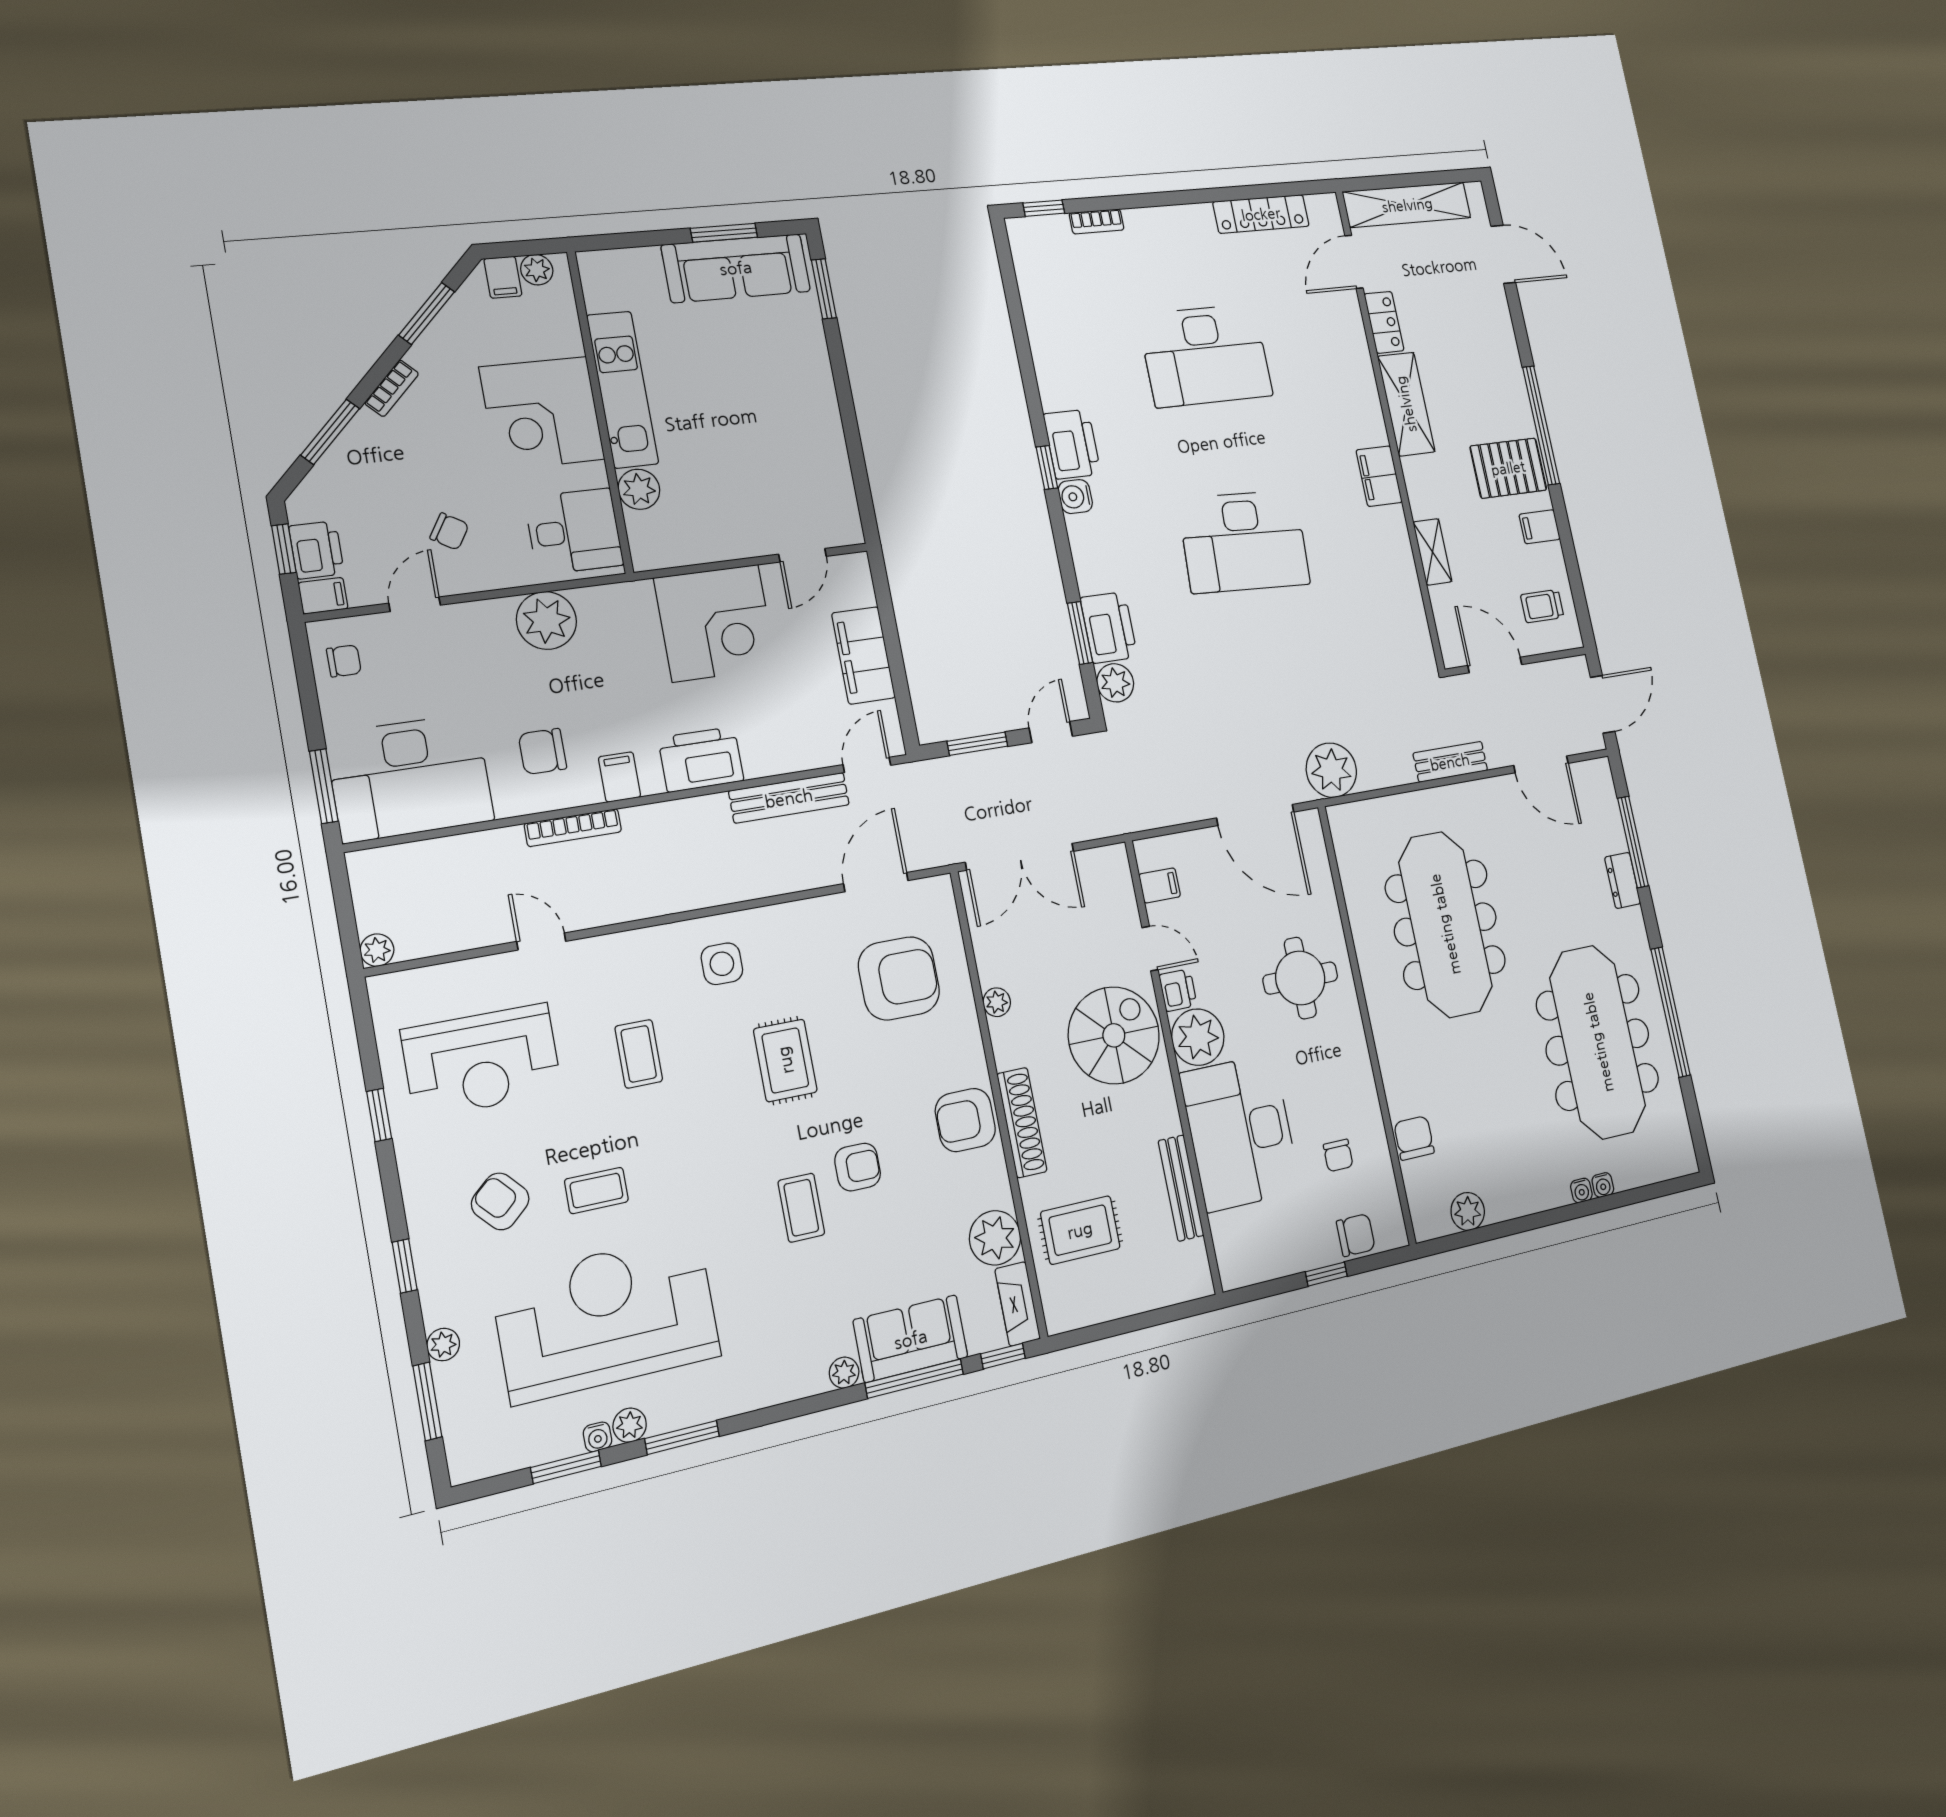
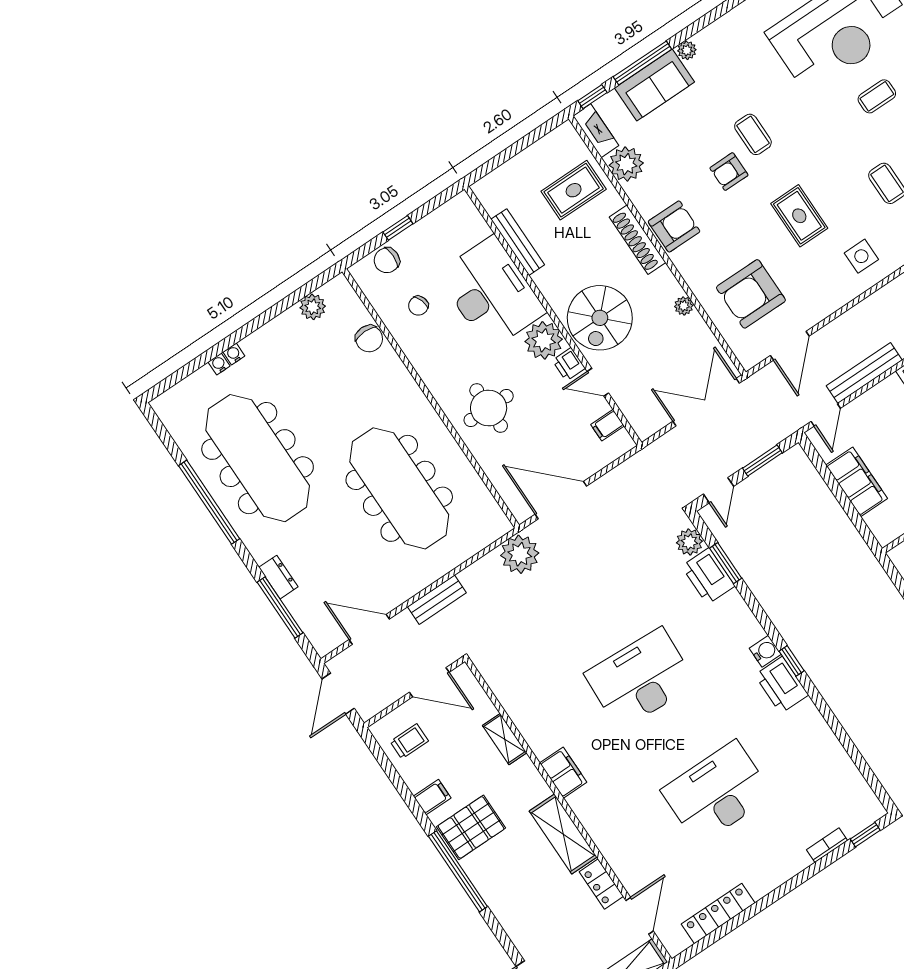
chair: (1338, 1155) -> (418, 306), turned -108

